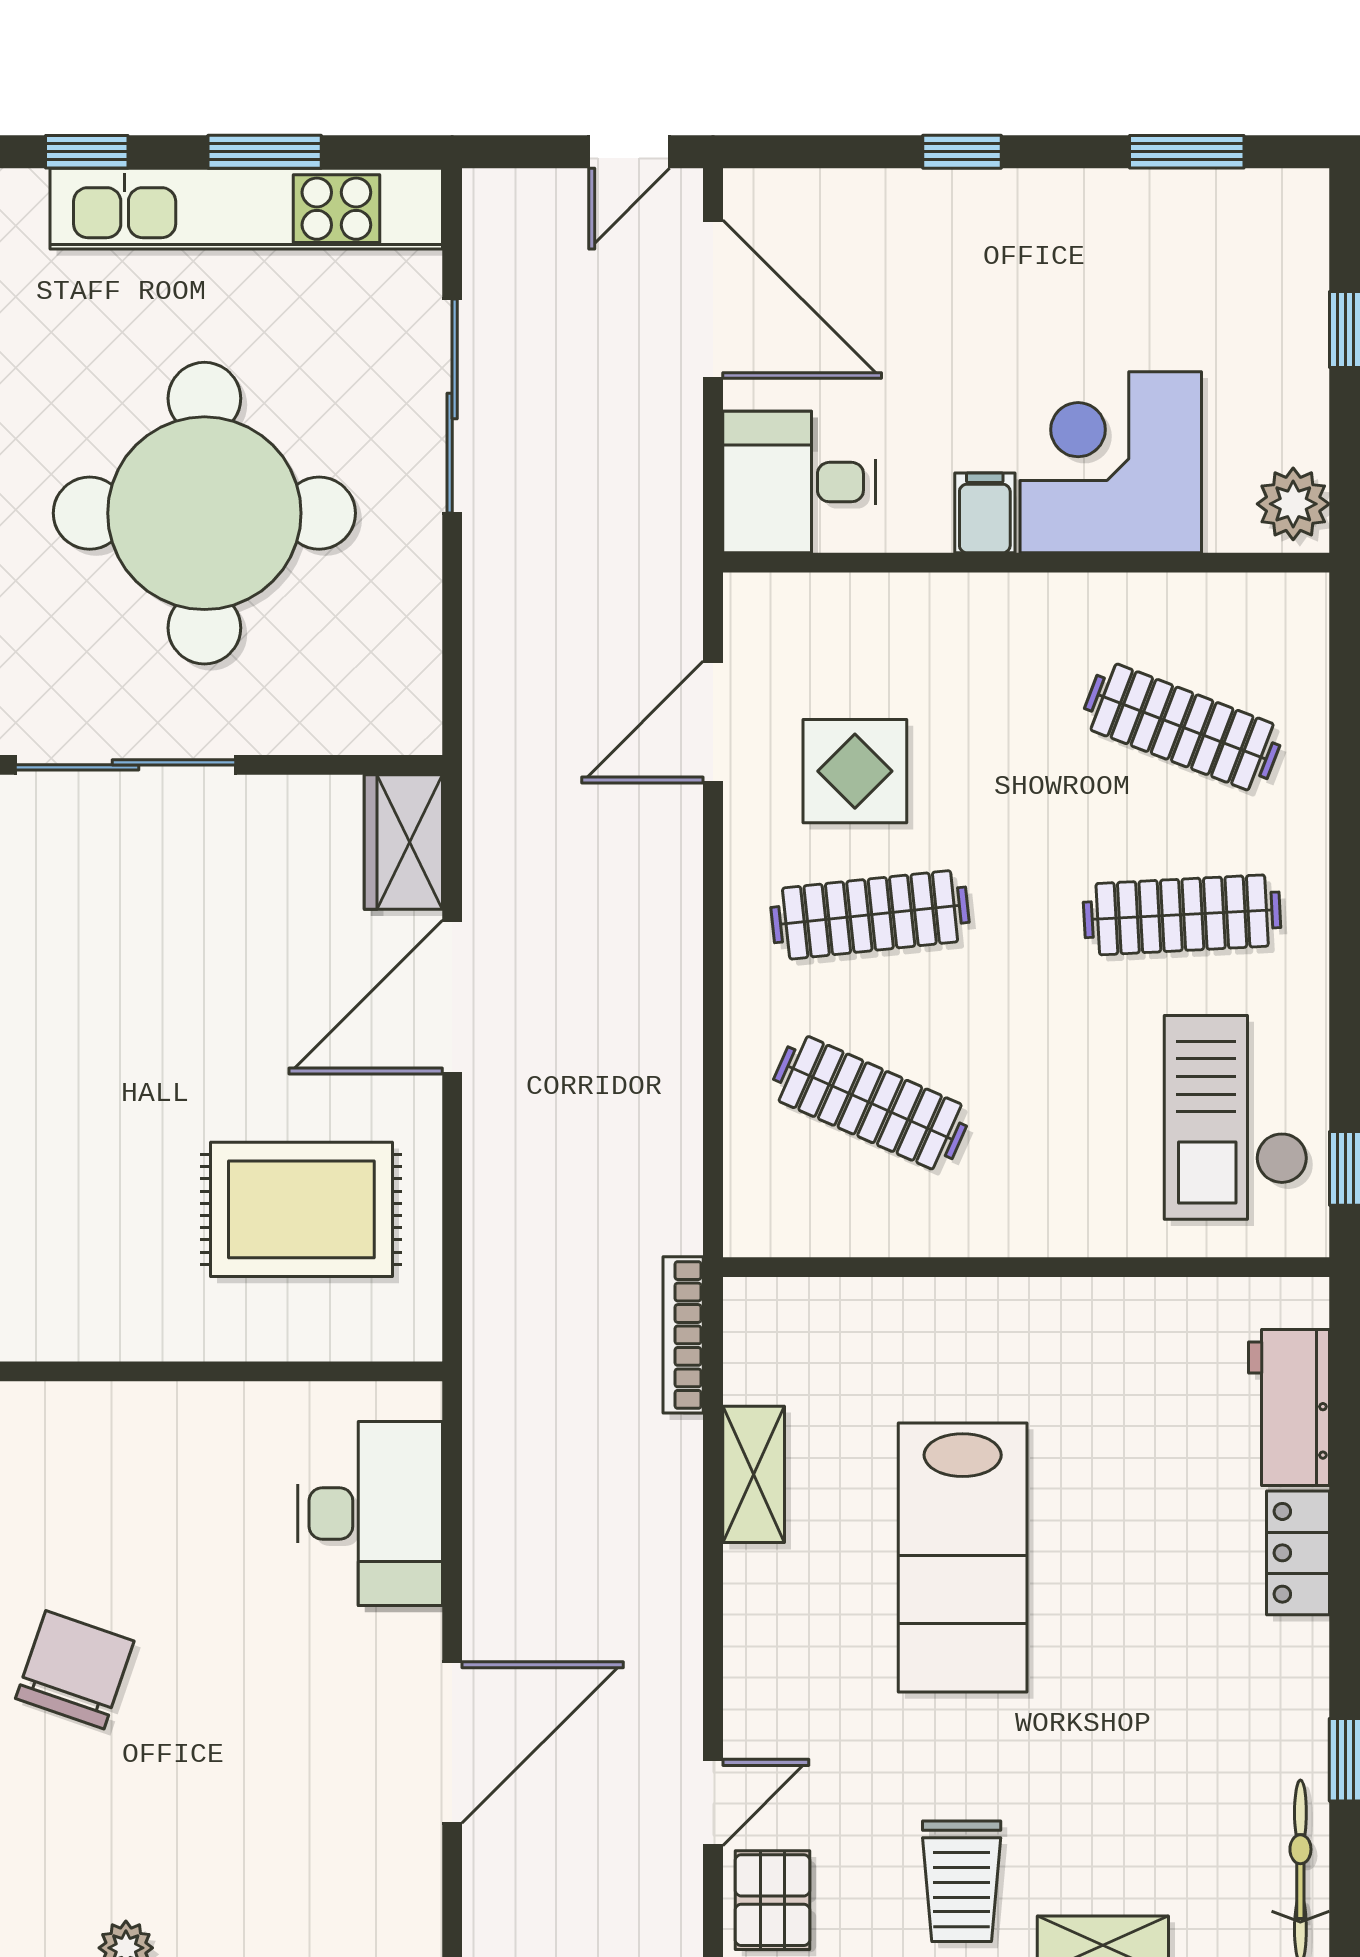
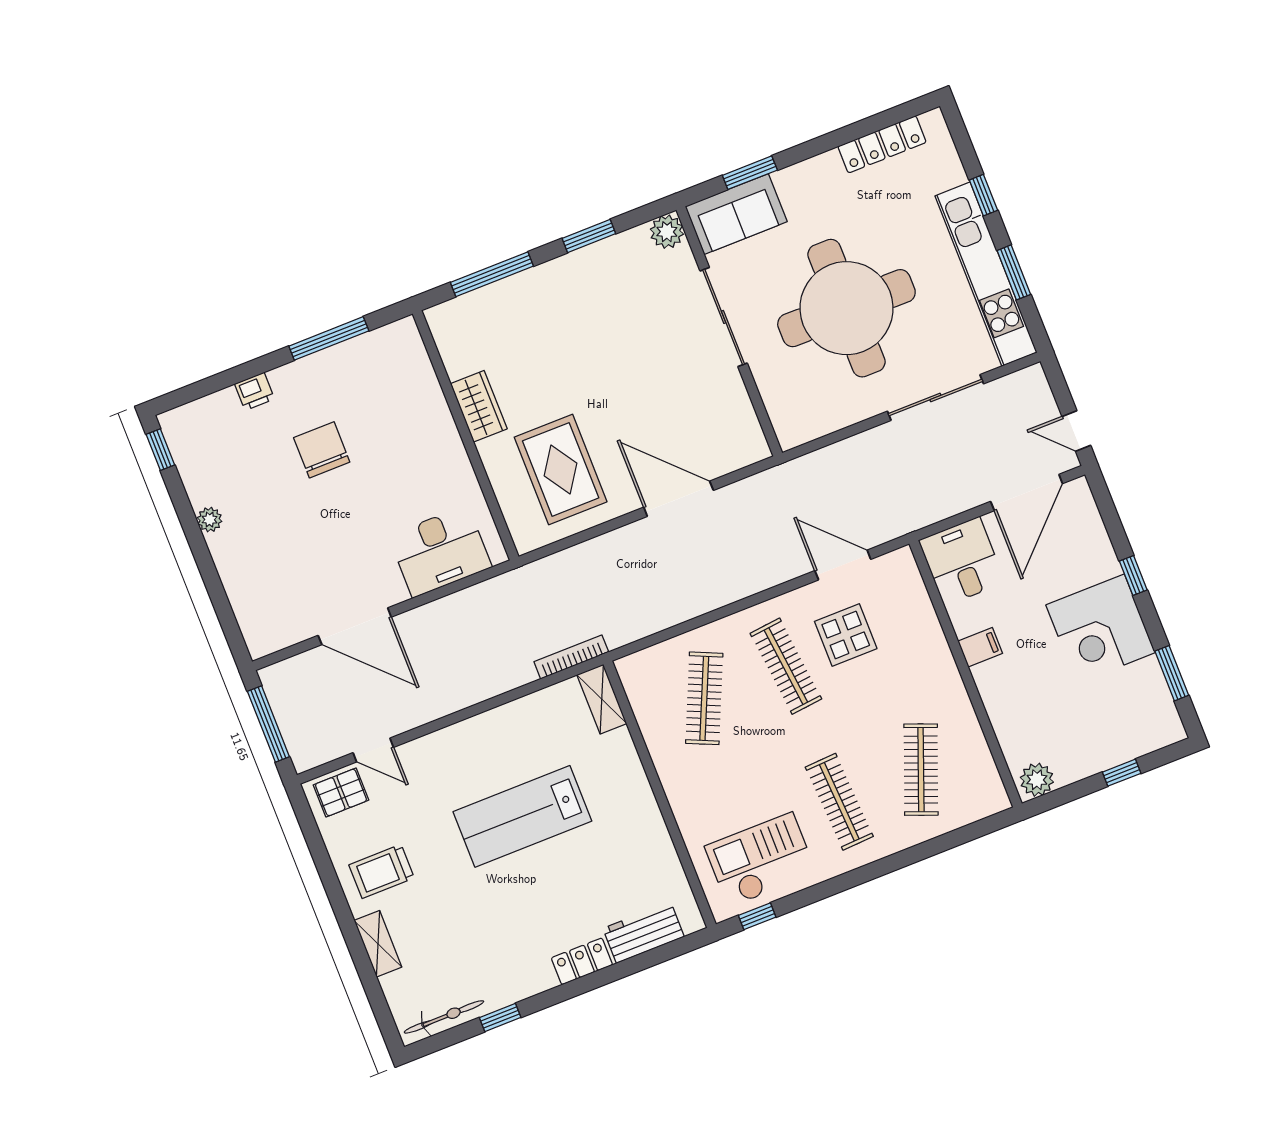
corner desk: (1111, 462) -> (1101, 629), moved, turned 180
wardrobe: (403, 842) -> (479, 406), moved, turned 90
shelving: (754, 1474) -> (602, 699), moved, turned 90
chair: (75, 1670) -> (322, 450), turned -109

